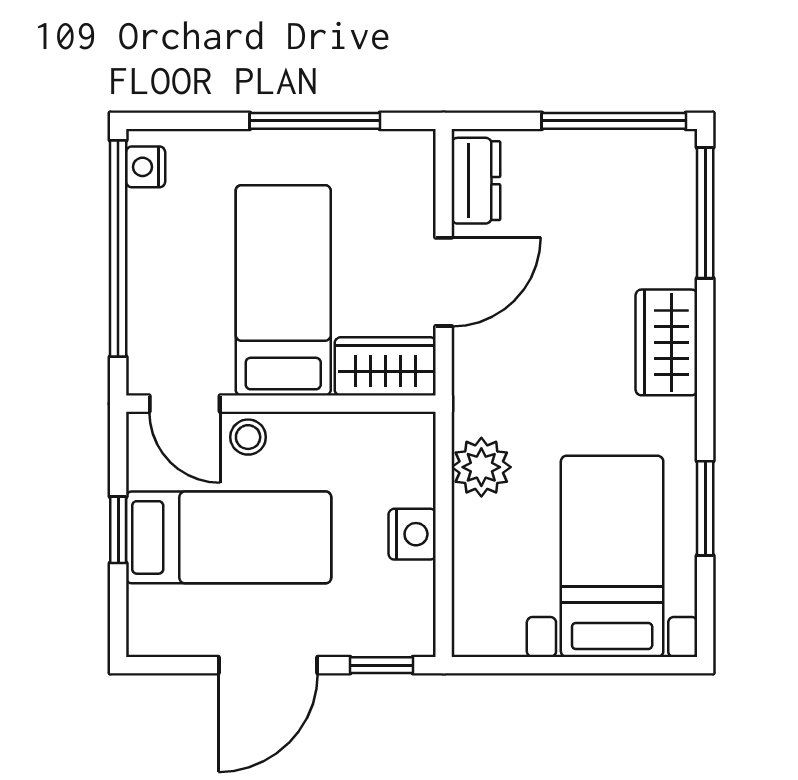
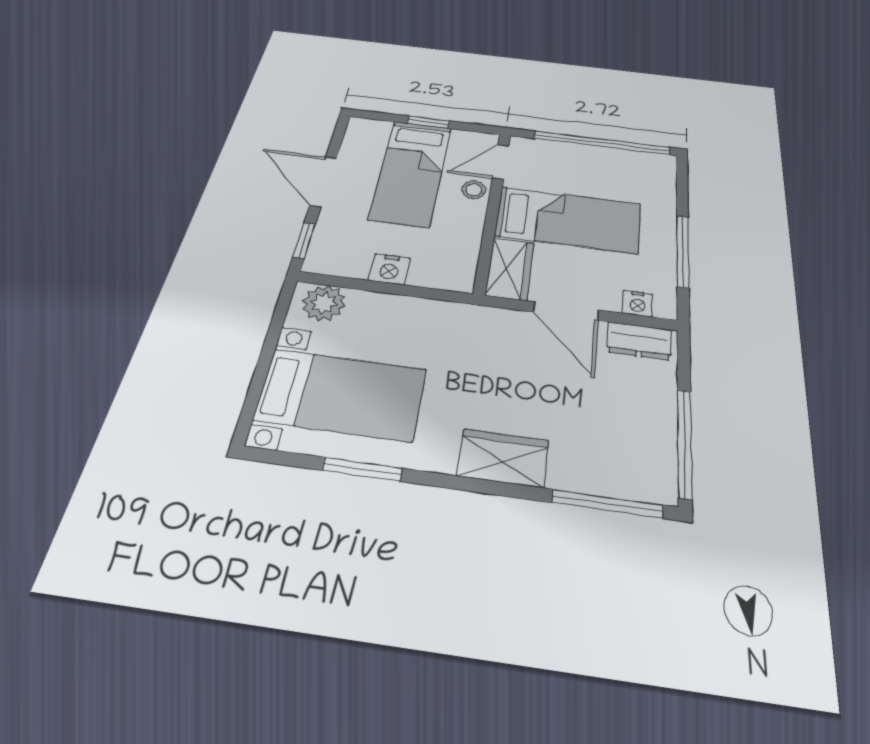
nightstand: (146, 167) -> (638, 304), moved, turned 180
plant: (481, 467) -> (324, 303), moved

